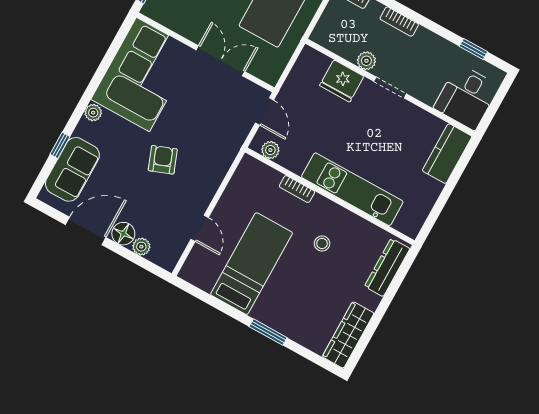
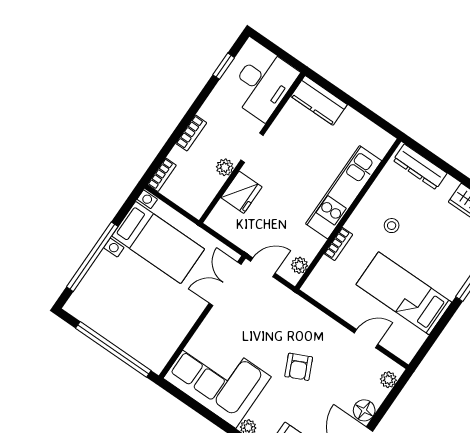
double door: (220, 61) -> (225, 284), moved
desk: (466, 97) -> (263, 84), width x1.37
armchair: (163, 160) -> (299, 367), turned -94
plant: (141, 247) -> (388, 380), moved

